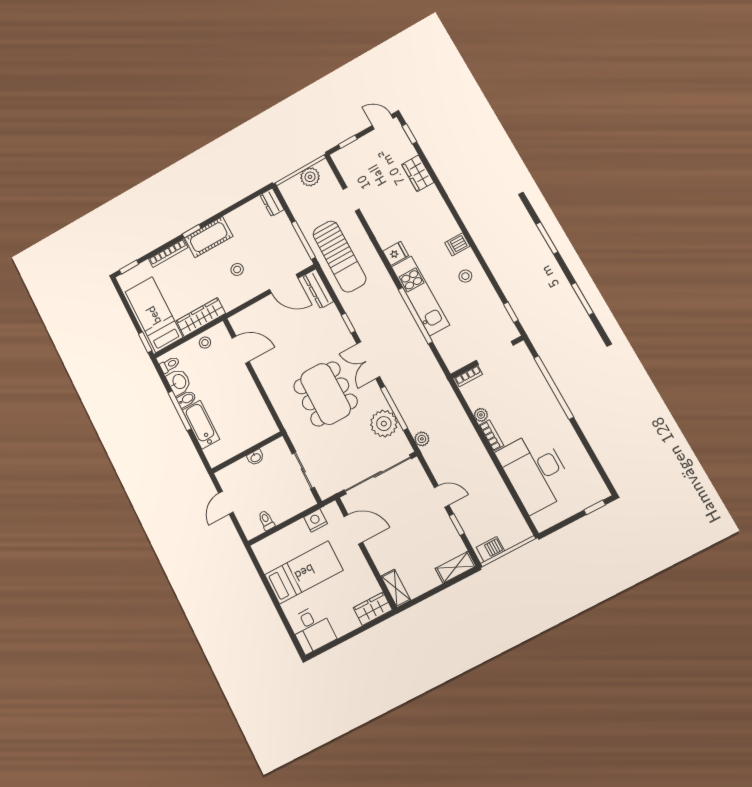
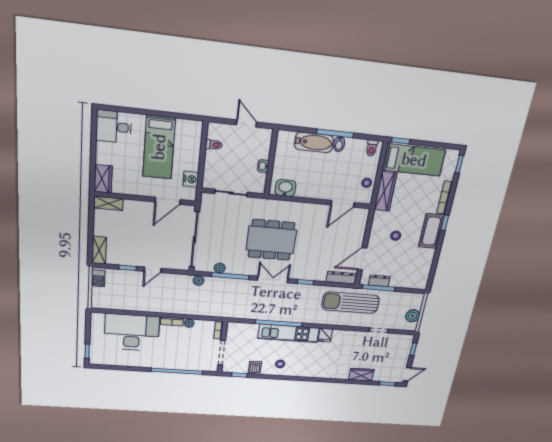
dresser: (272, 202) -> (379, 281), moved
dishwasher: (457, 244) -> (255, 368), moved
washbasin: (179, 382) -> (285, 188), moved, turned 180
plant: (384, 424) -> (220, 268), width x0.53, depth x0.53

